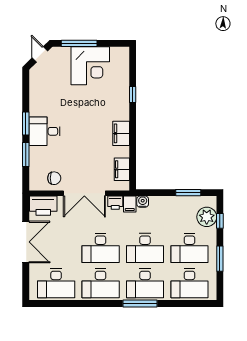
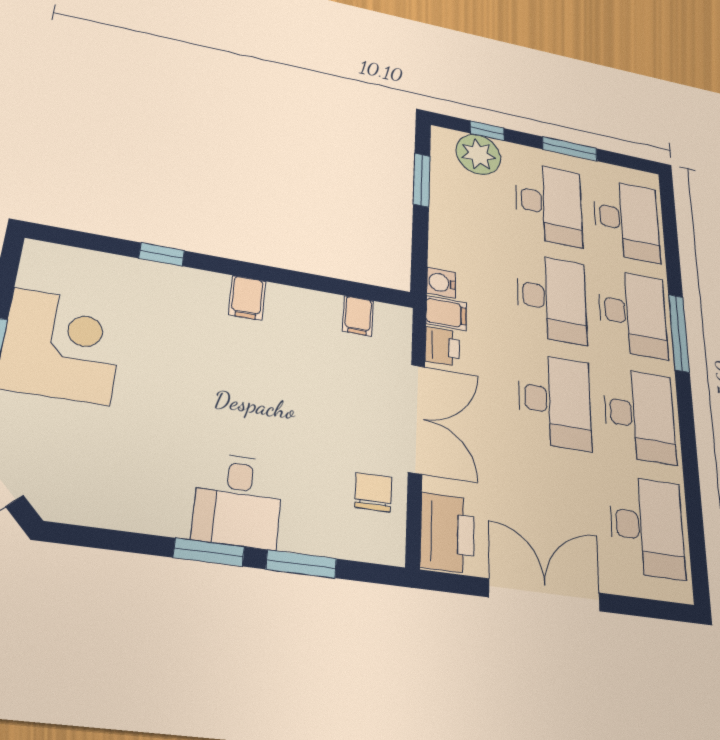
filing cabinet: (121, 133) -> (247, 298), width x0.50
filing cabinet: (122, 169) -> (358, 316), width x0.50

